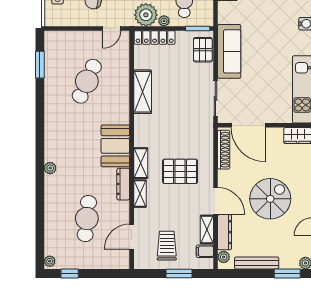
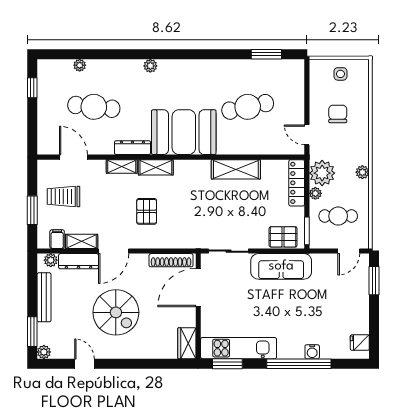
cafe table: (87, 81) -> (248, 107), turned -36
booth: (115, 146) -> (184, 132), width x1.36, depth x1.42
pallet: (180, 171) -> (147, 211), width x0.67, depth x0.71
trolley: (167, 246) -> (63, 196), turned 180
plant: (50, 261) -> (80, 65), moved

